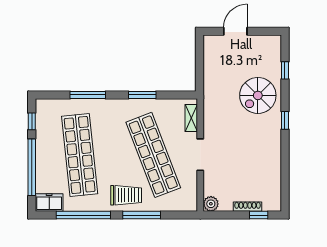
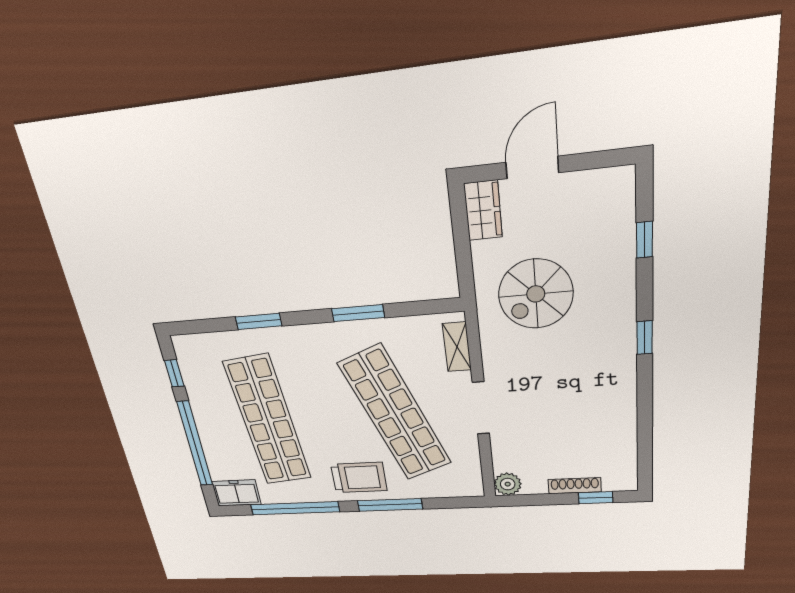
wardrobe: (211, 49) -> (483, 210), added
window: (88, 95) -> (259, 321), width x0.69
spiral stairs: (258, 95) -> (536, 294), moved

